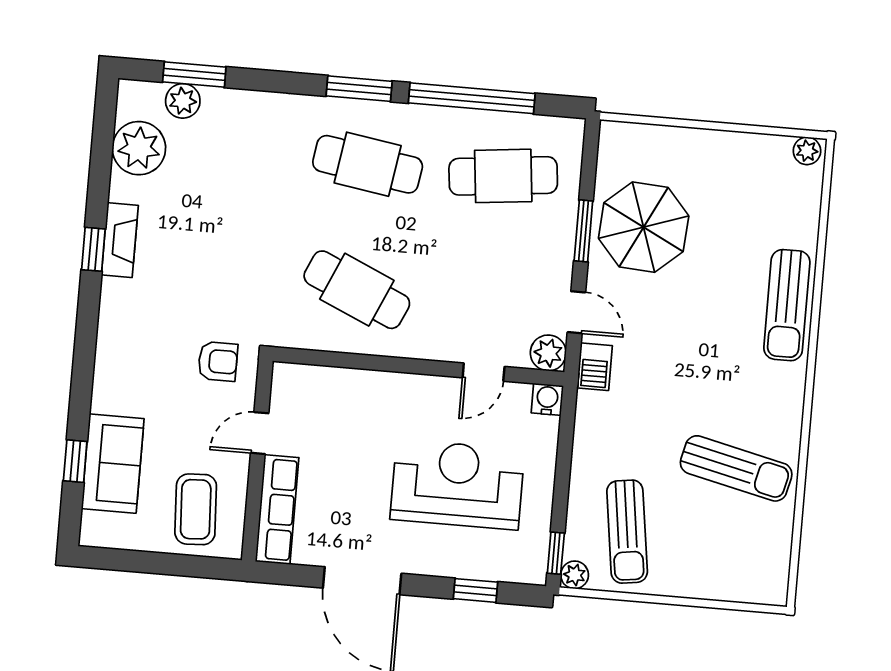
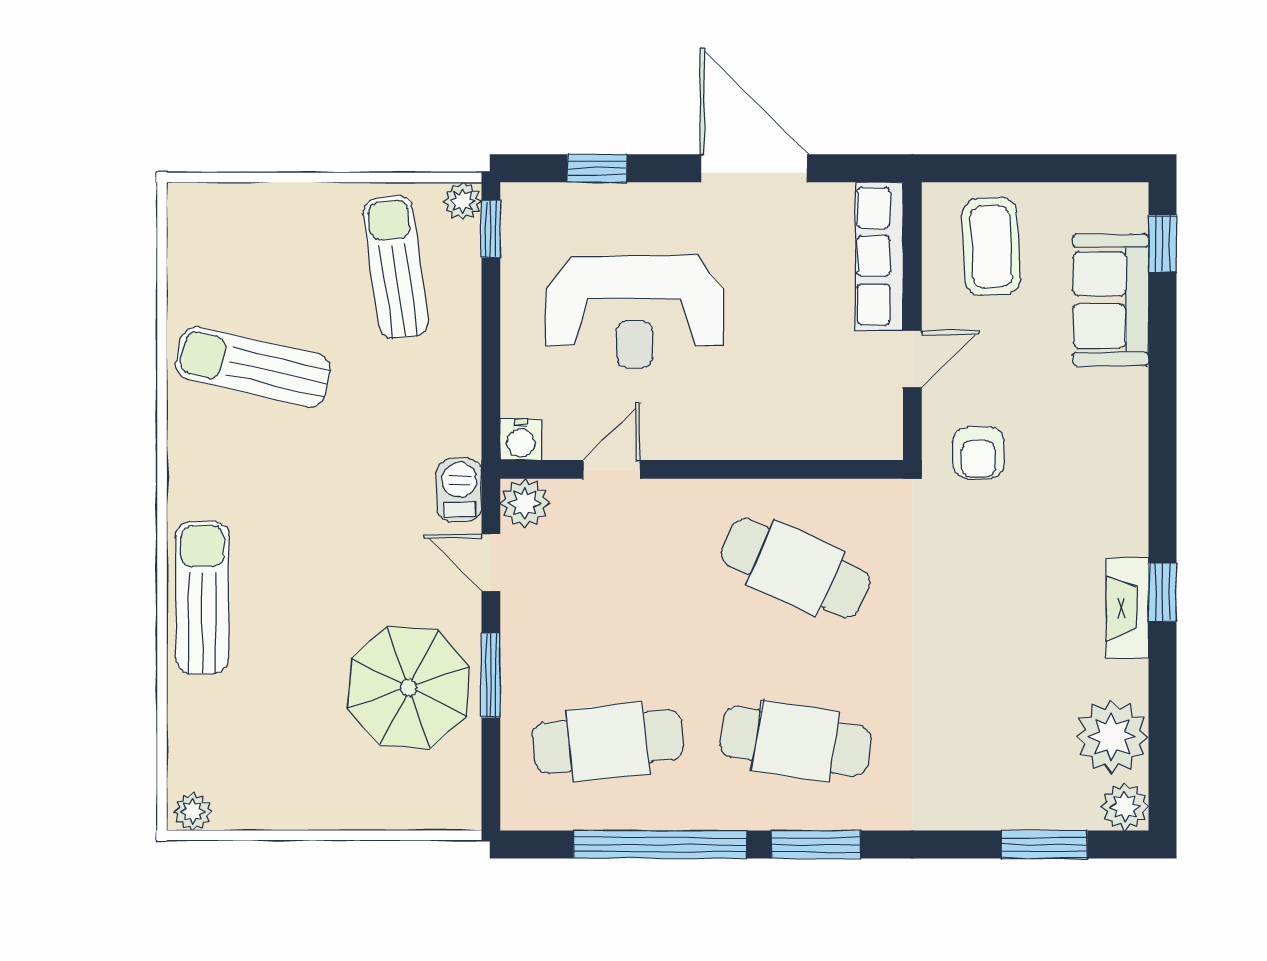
plant: (183, 101) -> (1125, 807), moved
armchair: (218, 361) -> (978, 453), turned -90
window: (75, 461) -> (1163, 244), moved

